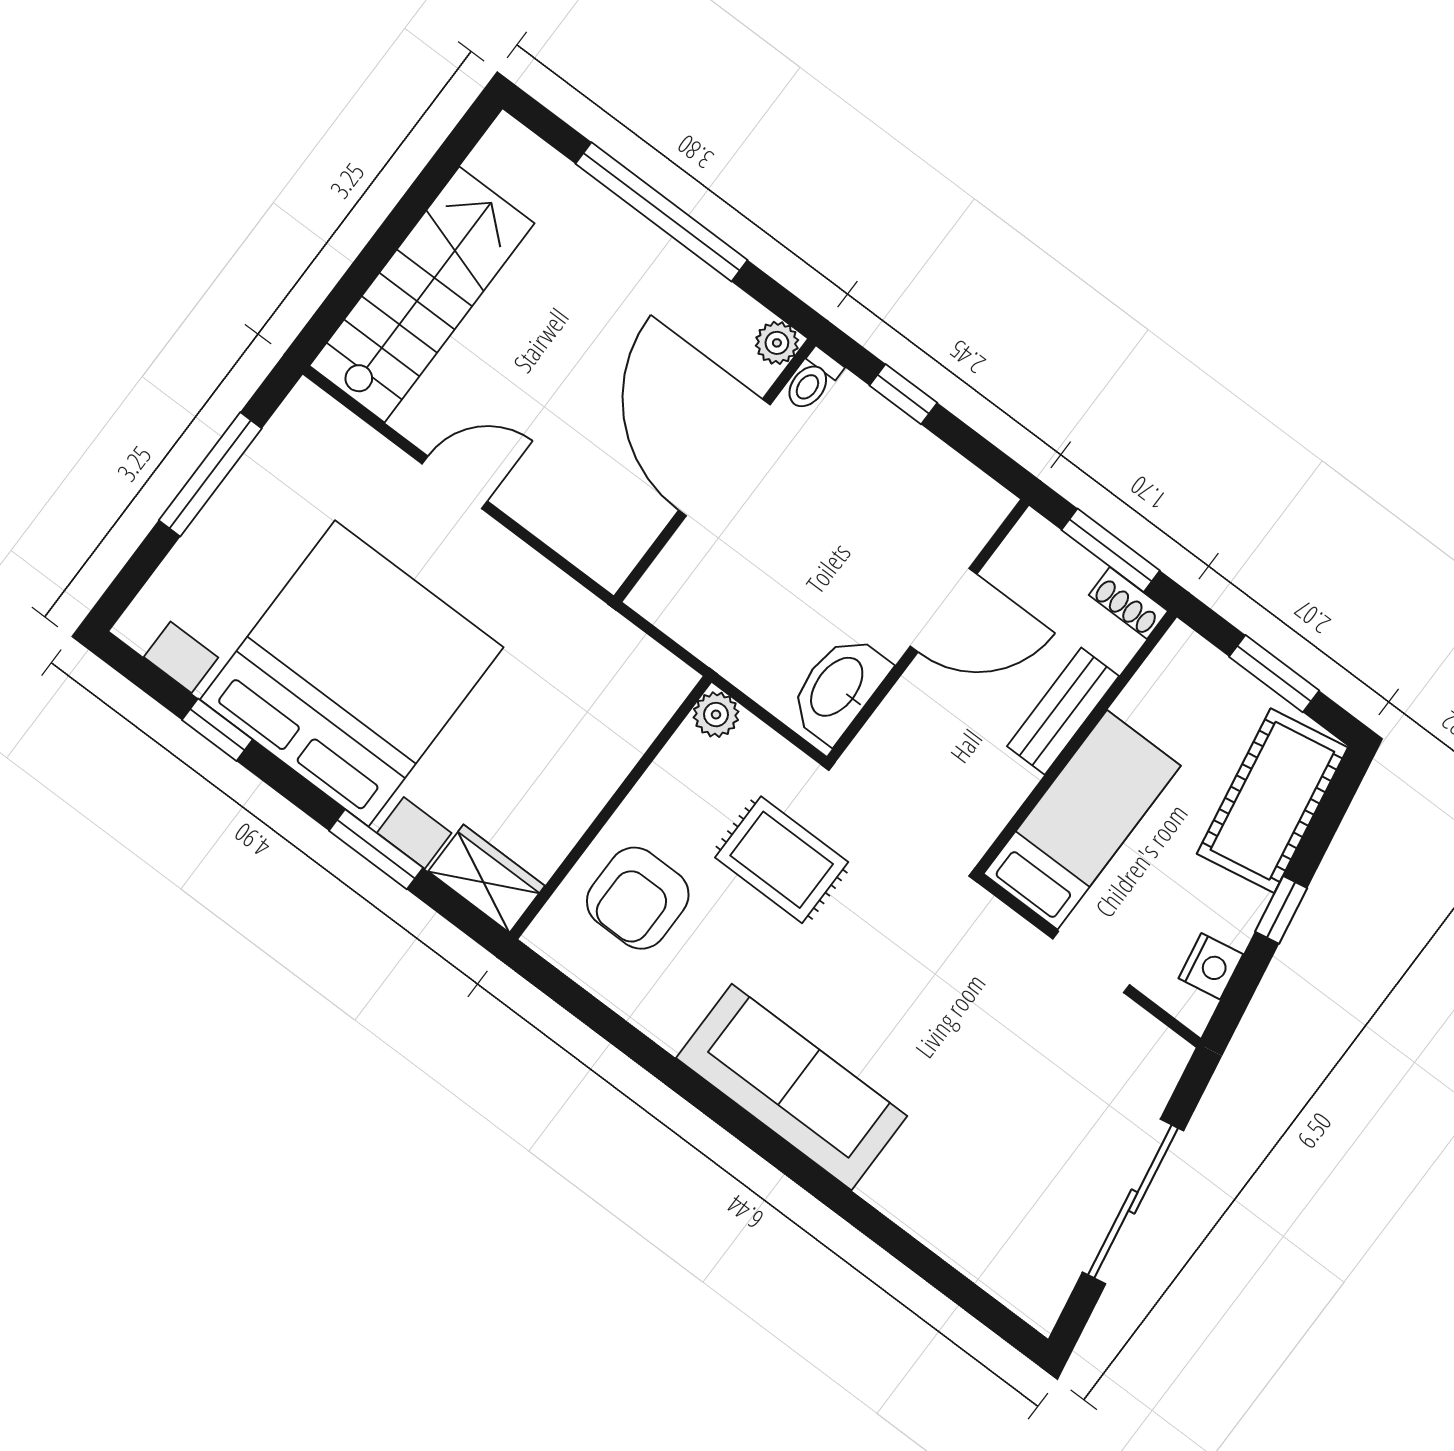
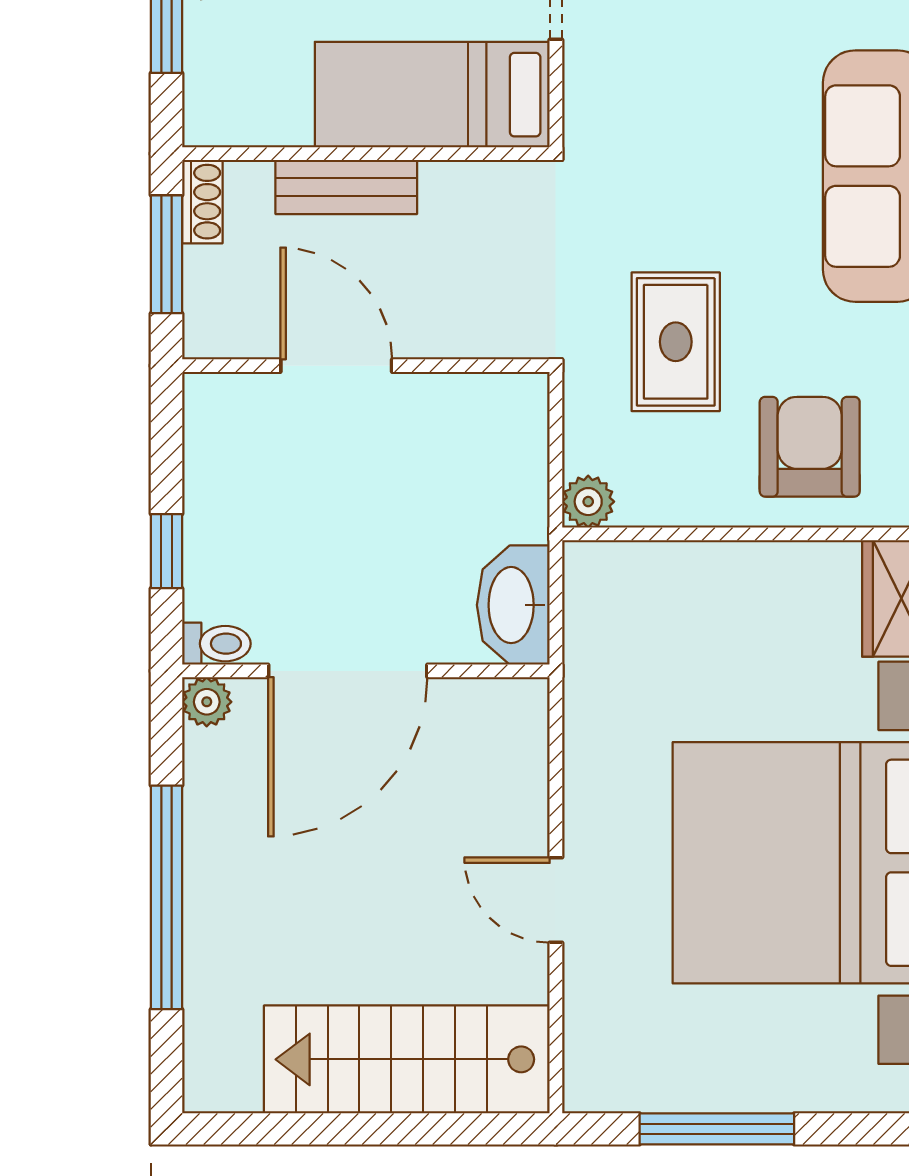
washbasin: (838, 688) -> (513, 605), moved, turned 90
armchair: (638, 898) -> (810, 447), turned -90

